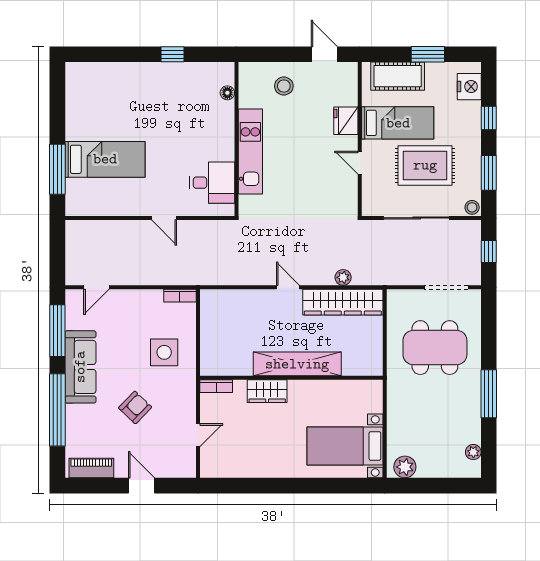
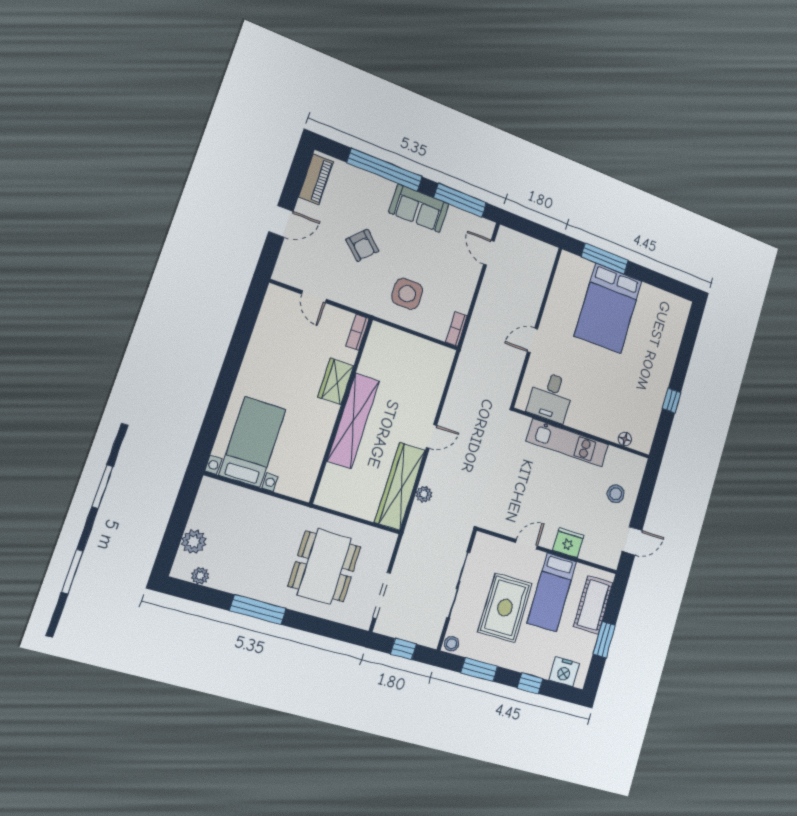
bed: (105, 159) -> (608, 308), width x1.50
sofa: (80, 367) -> (419, 208), width x0.73
plant: (405, 467) -> (194, 542), moved

